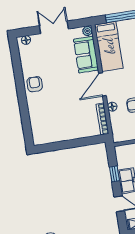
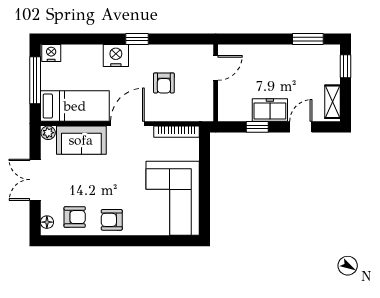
armchair: (33, 58) -> (75, 217), added
door: (102, 84) -> (127, 124), swing flipped
floor lamp: (112, 107) -> (161, 115), removed
corner sofa: (56, 124) -> (173, 198), added

